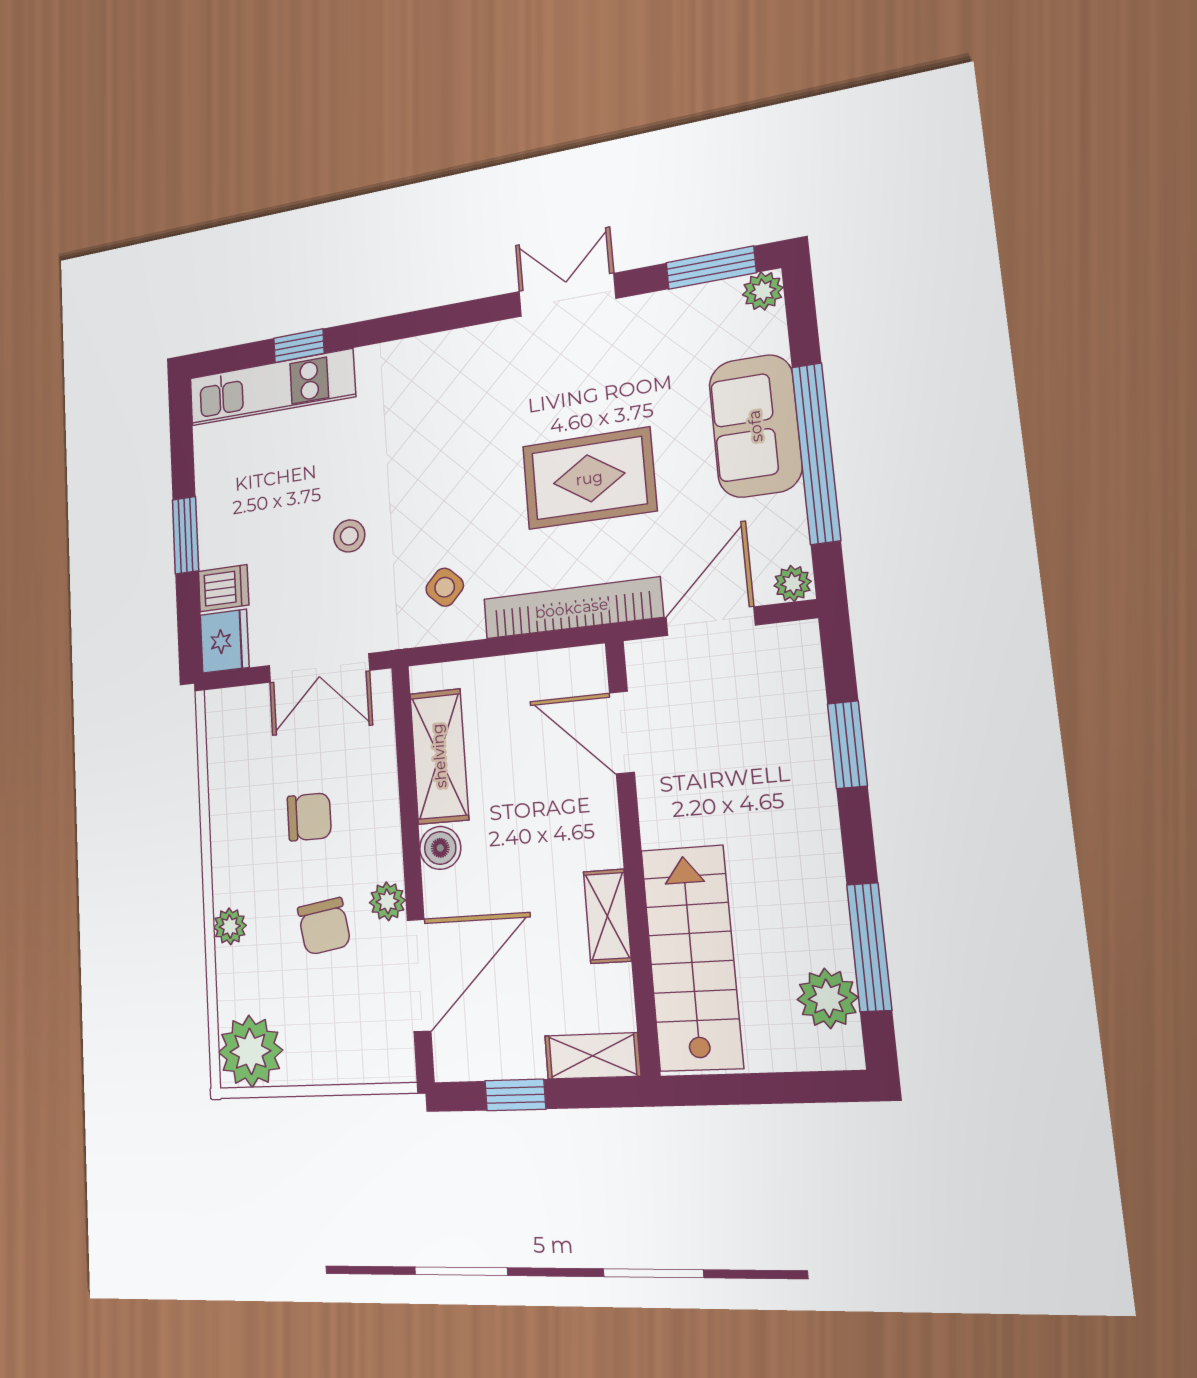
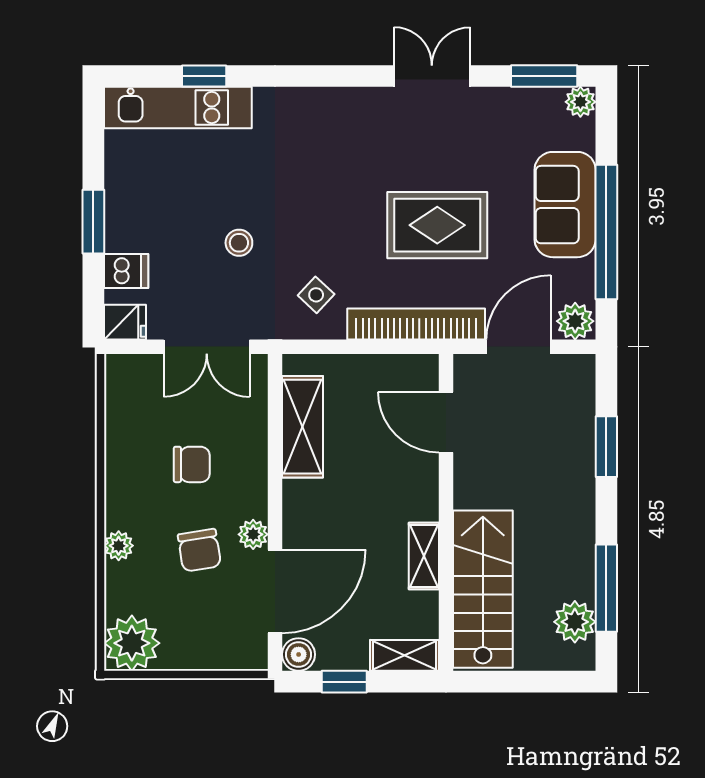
plant: (793, 583) -> (575, 321), width x1.38, depth x1.38
fridge: (225, 641) -> (125, 322), width x0.72
boiler: (440, 848) -> (299, 654), moved

